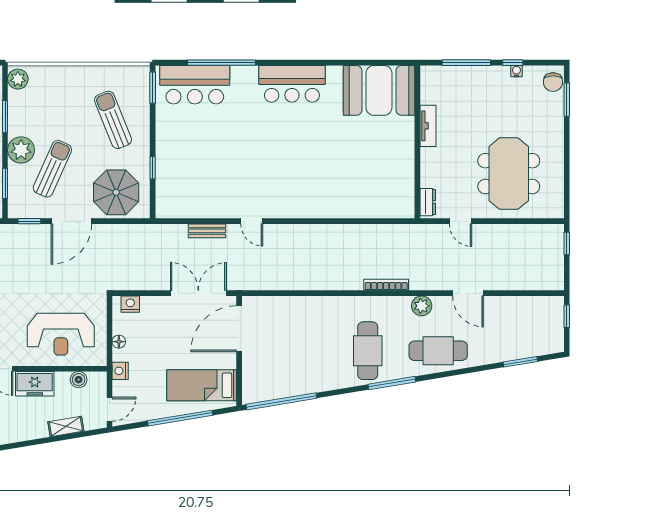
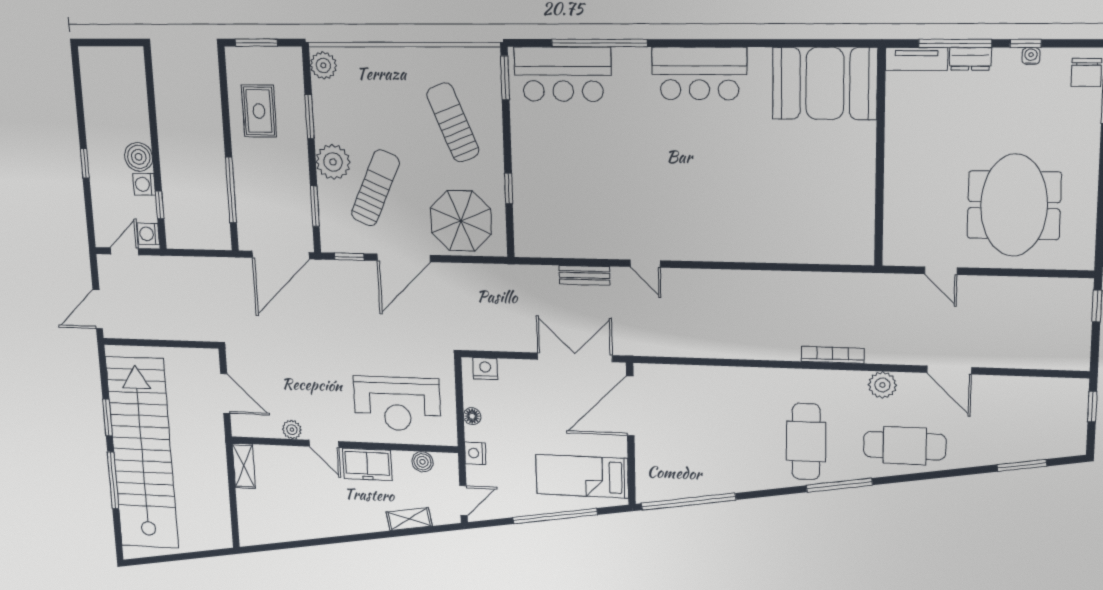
tv unit: (428, 126) -> (916, 59), moved, turned 90
dresser: (428, 202) -> (970, 59), moved, turned 90

